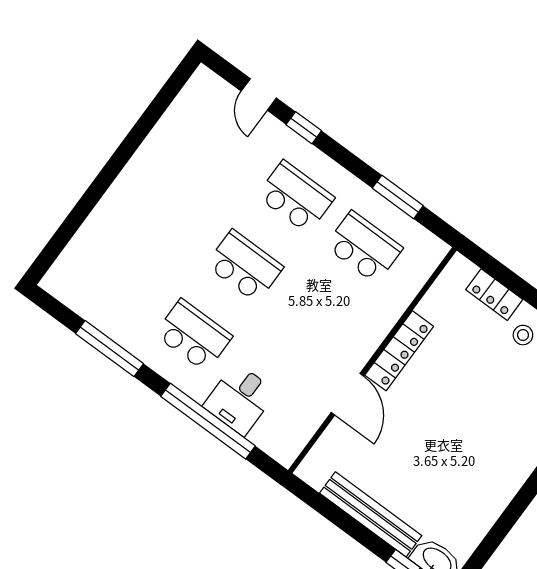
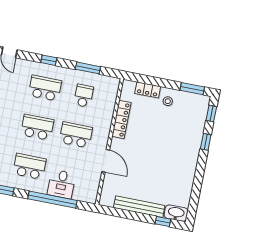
window: (304, 128) -> (49, 60), moved
school desk: (364, 247) -> (84, 96), width x0.54
school desk: (313, 316) -> (76, 135), added
locker: (399, 351) -> (121, 119), moved

